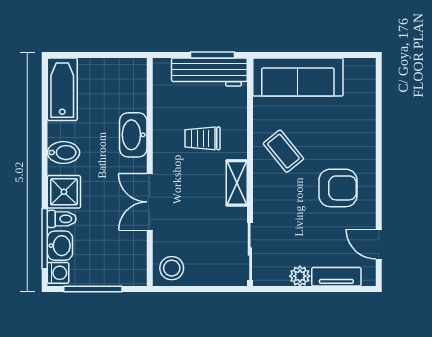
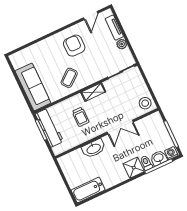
bidet: (63, 153) -> (116, 176), removed

